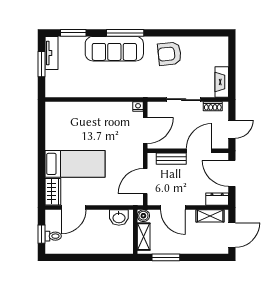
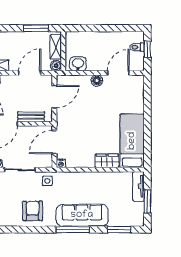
tv unit: (51, 53) -> (138, 186), moved
armchair: (170, 54) -> (33, 211), turned -84
side table: (153, 87) -> (47, 181), added
bed: (75, 164) -> (132, 141), moved, turned 90
wardrobe: (53, 192) -> (107, 161), moved, turned 90
floor lamp: (98, 199) -> (97, 80), added
door: (173, 208) -> (30, 73), hinge flipped

